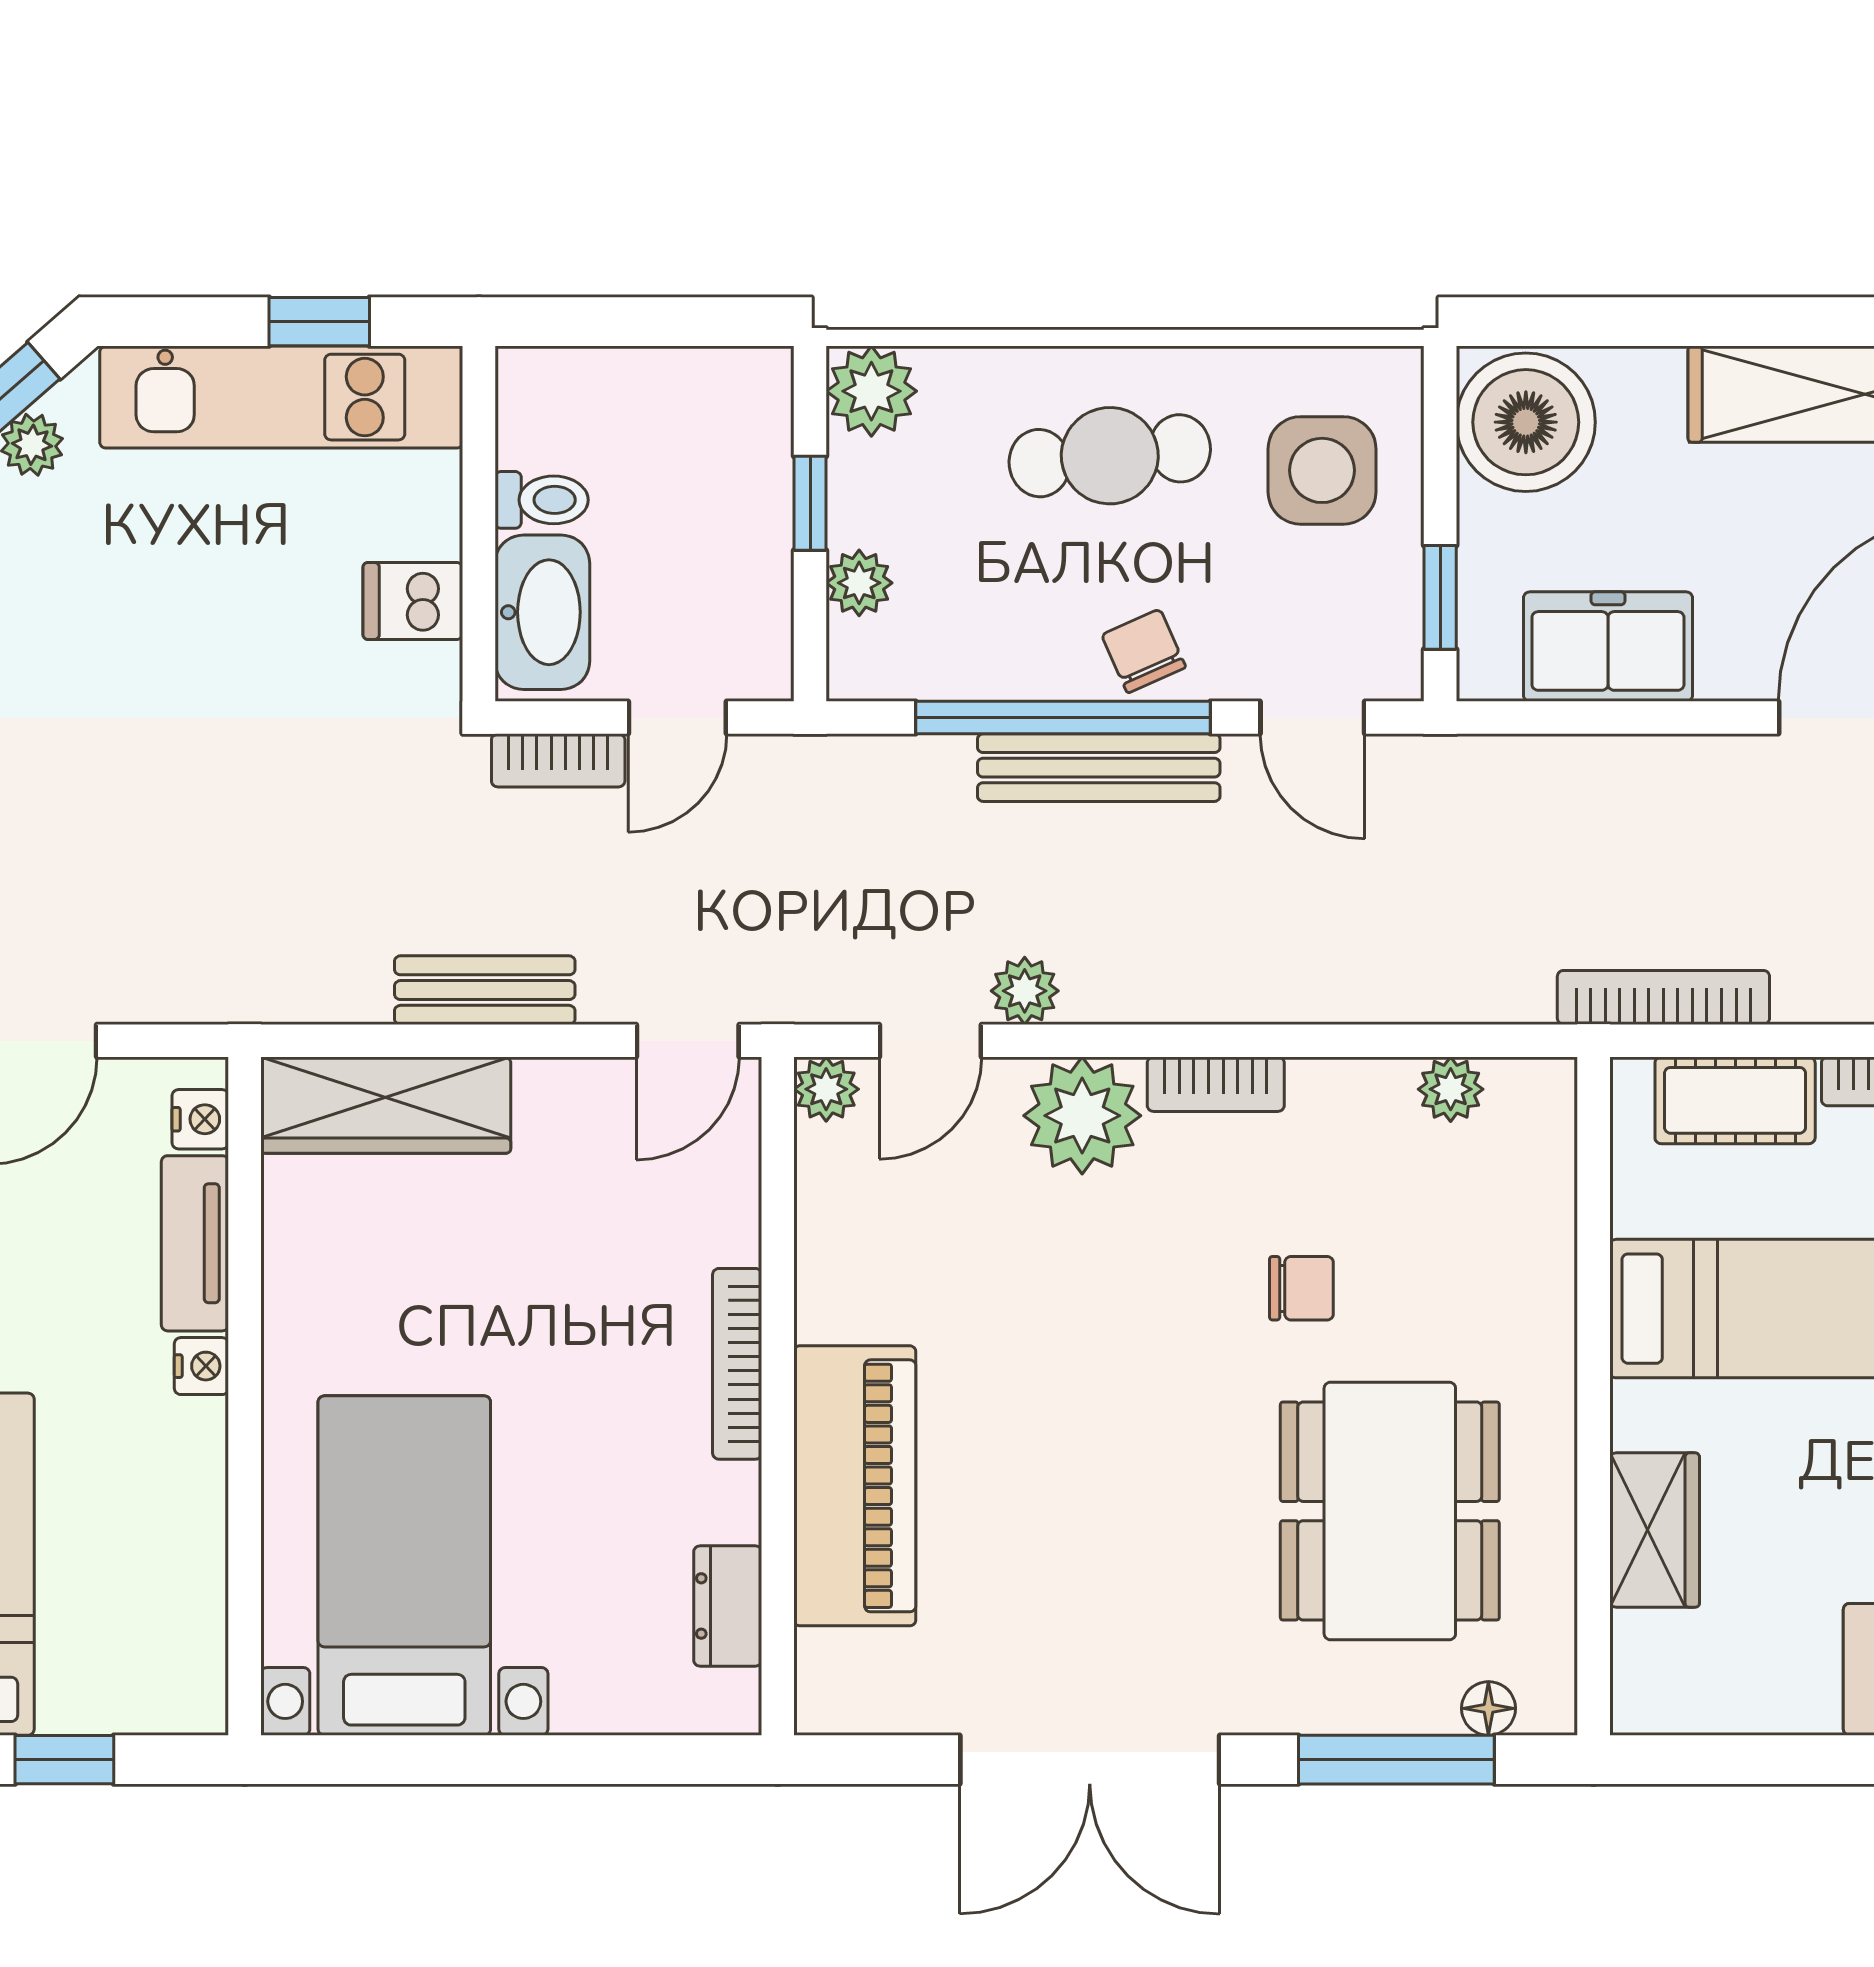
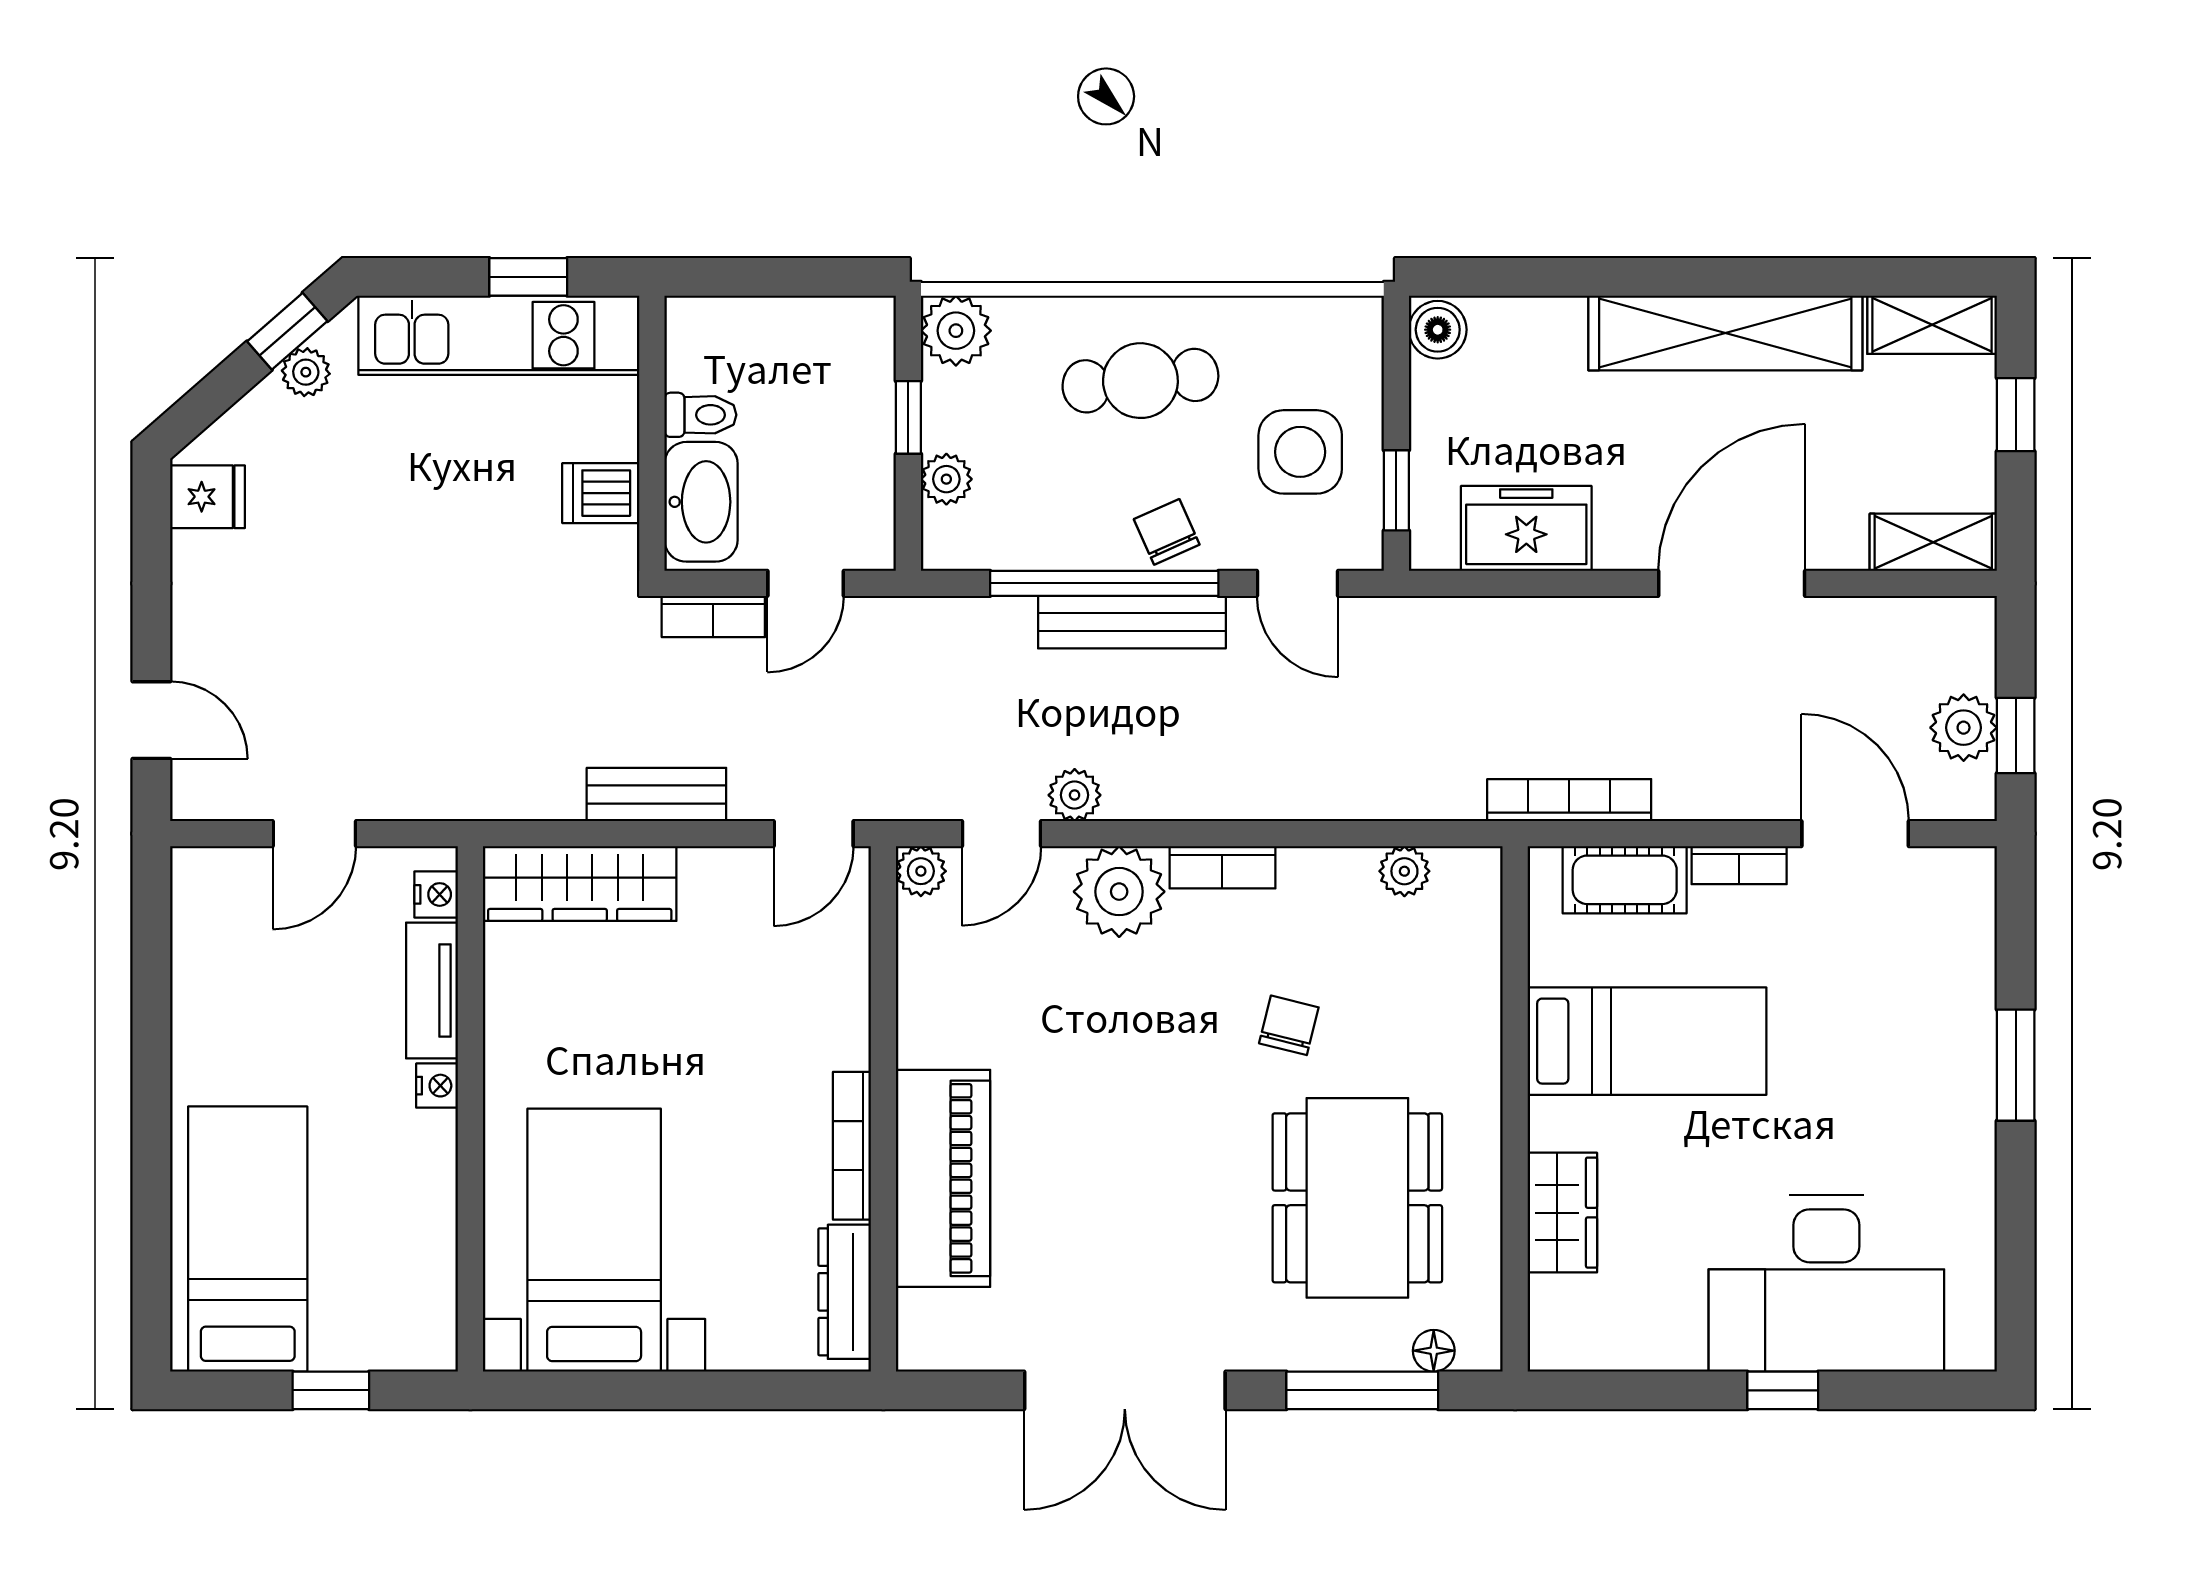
boiler: (1526, 422) -> (1438, 330), width x0.54, depth x0.54
side table: (1322, 470) -> (1300, 452), moved
chair: (1301, 1288) -> (1289, 1025), turned -76
bookcase: (737, 1364) -> (852, 1146), moved
dresser: (728, 1606) -> (845, 1292), width x1.44

